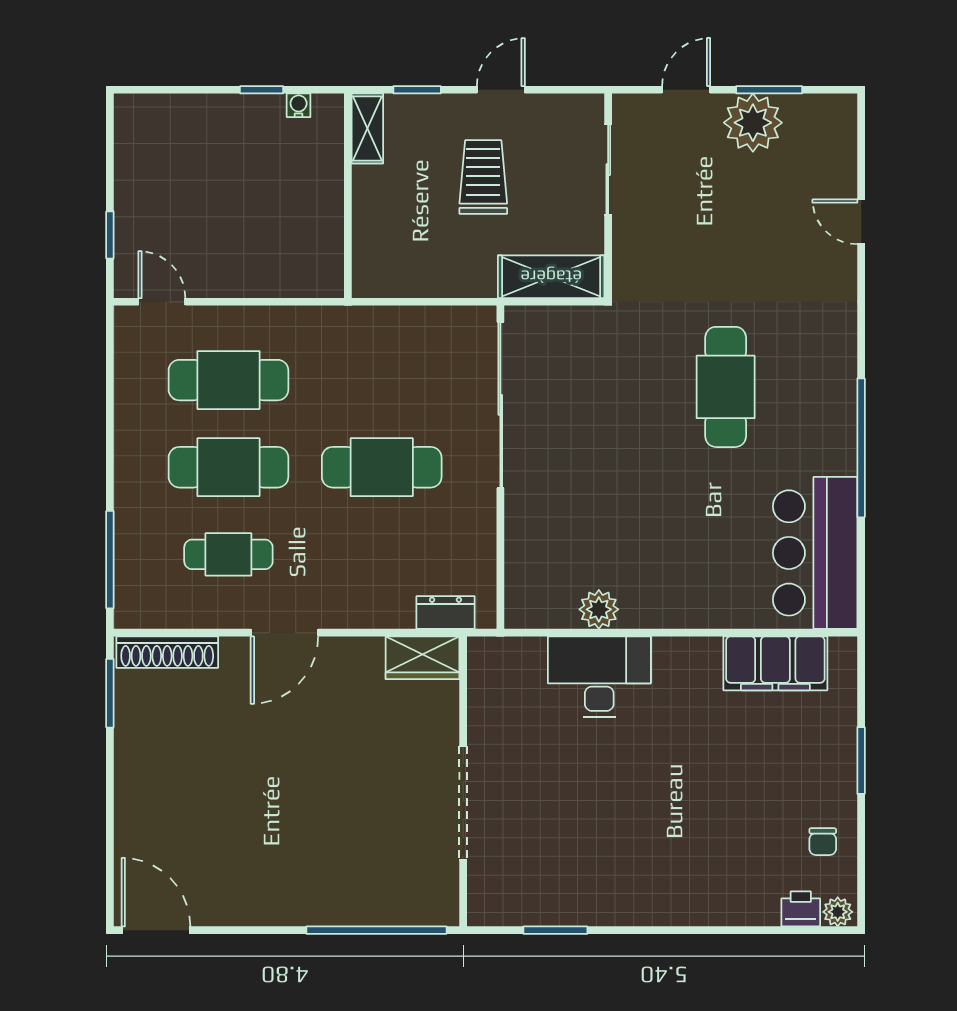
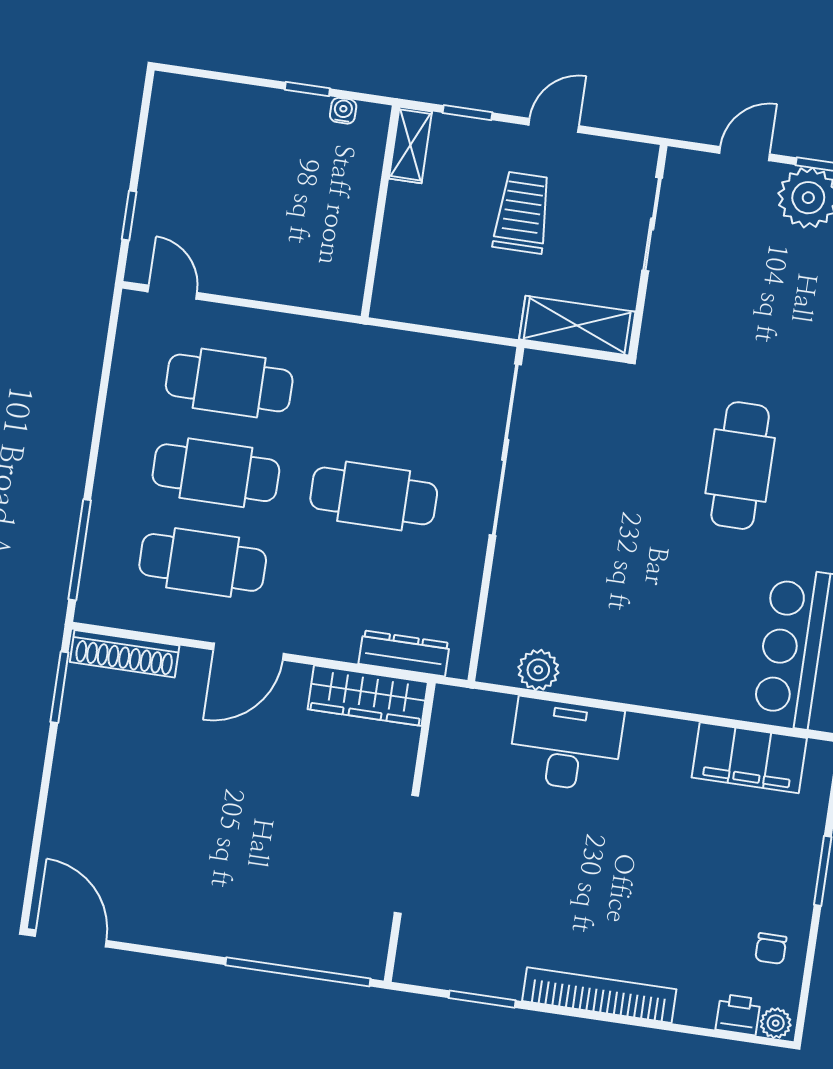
cafe table: (228, 554) -> (203, 562), width x1.37, depth x1.35
plant: (599, 609) -> (538, 670), moved
dresser: (445, 613) -> (404, 653), width x1.44
wardrobe: (423, 658) -> (368, 696), width x1.50
bookcase: (666, 910) -> (599, 995), added

